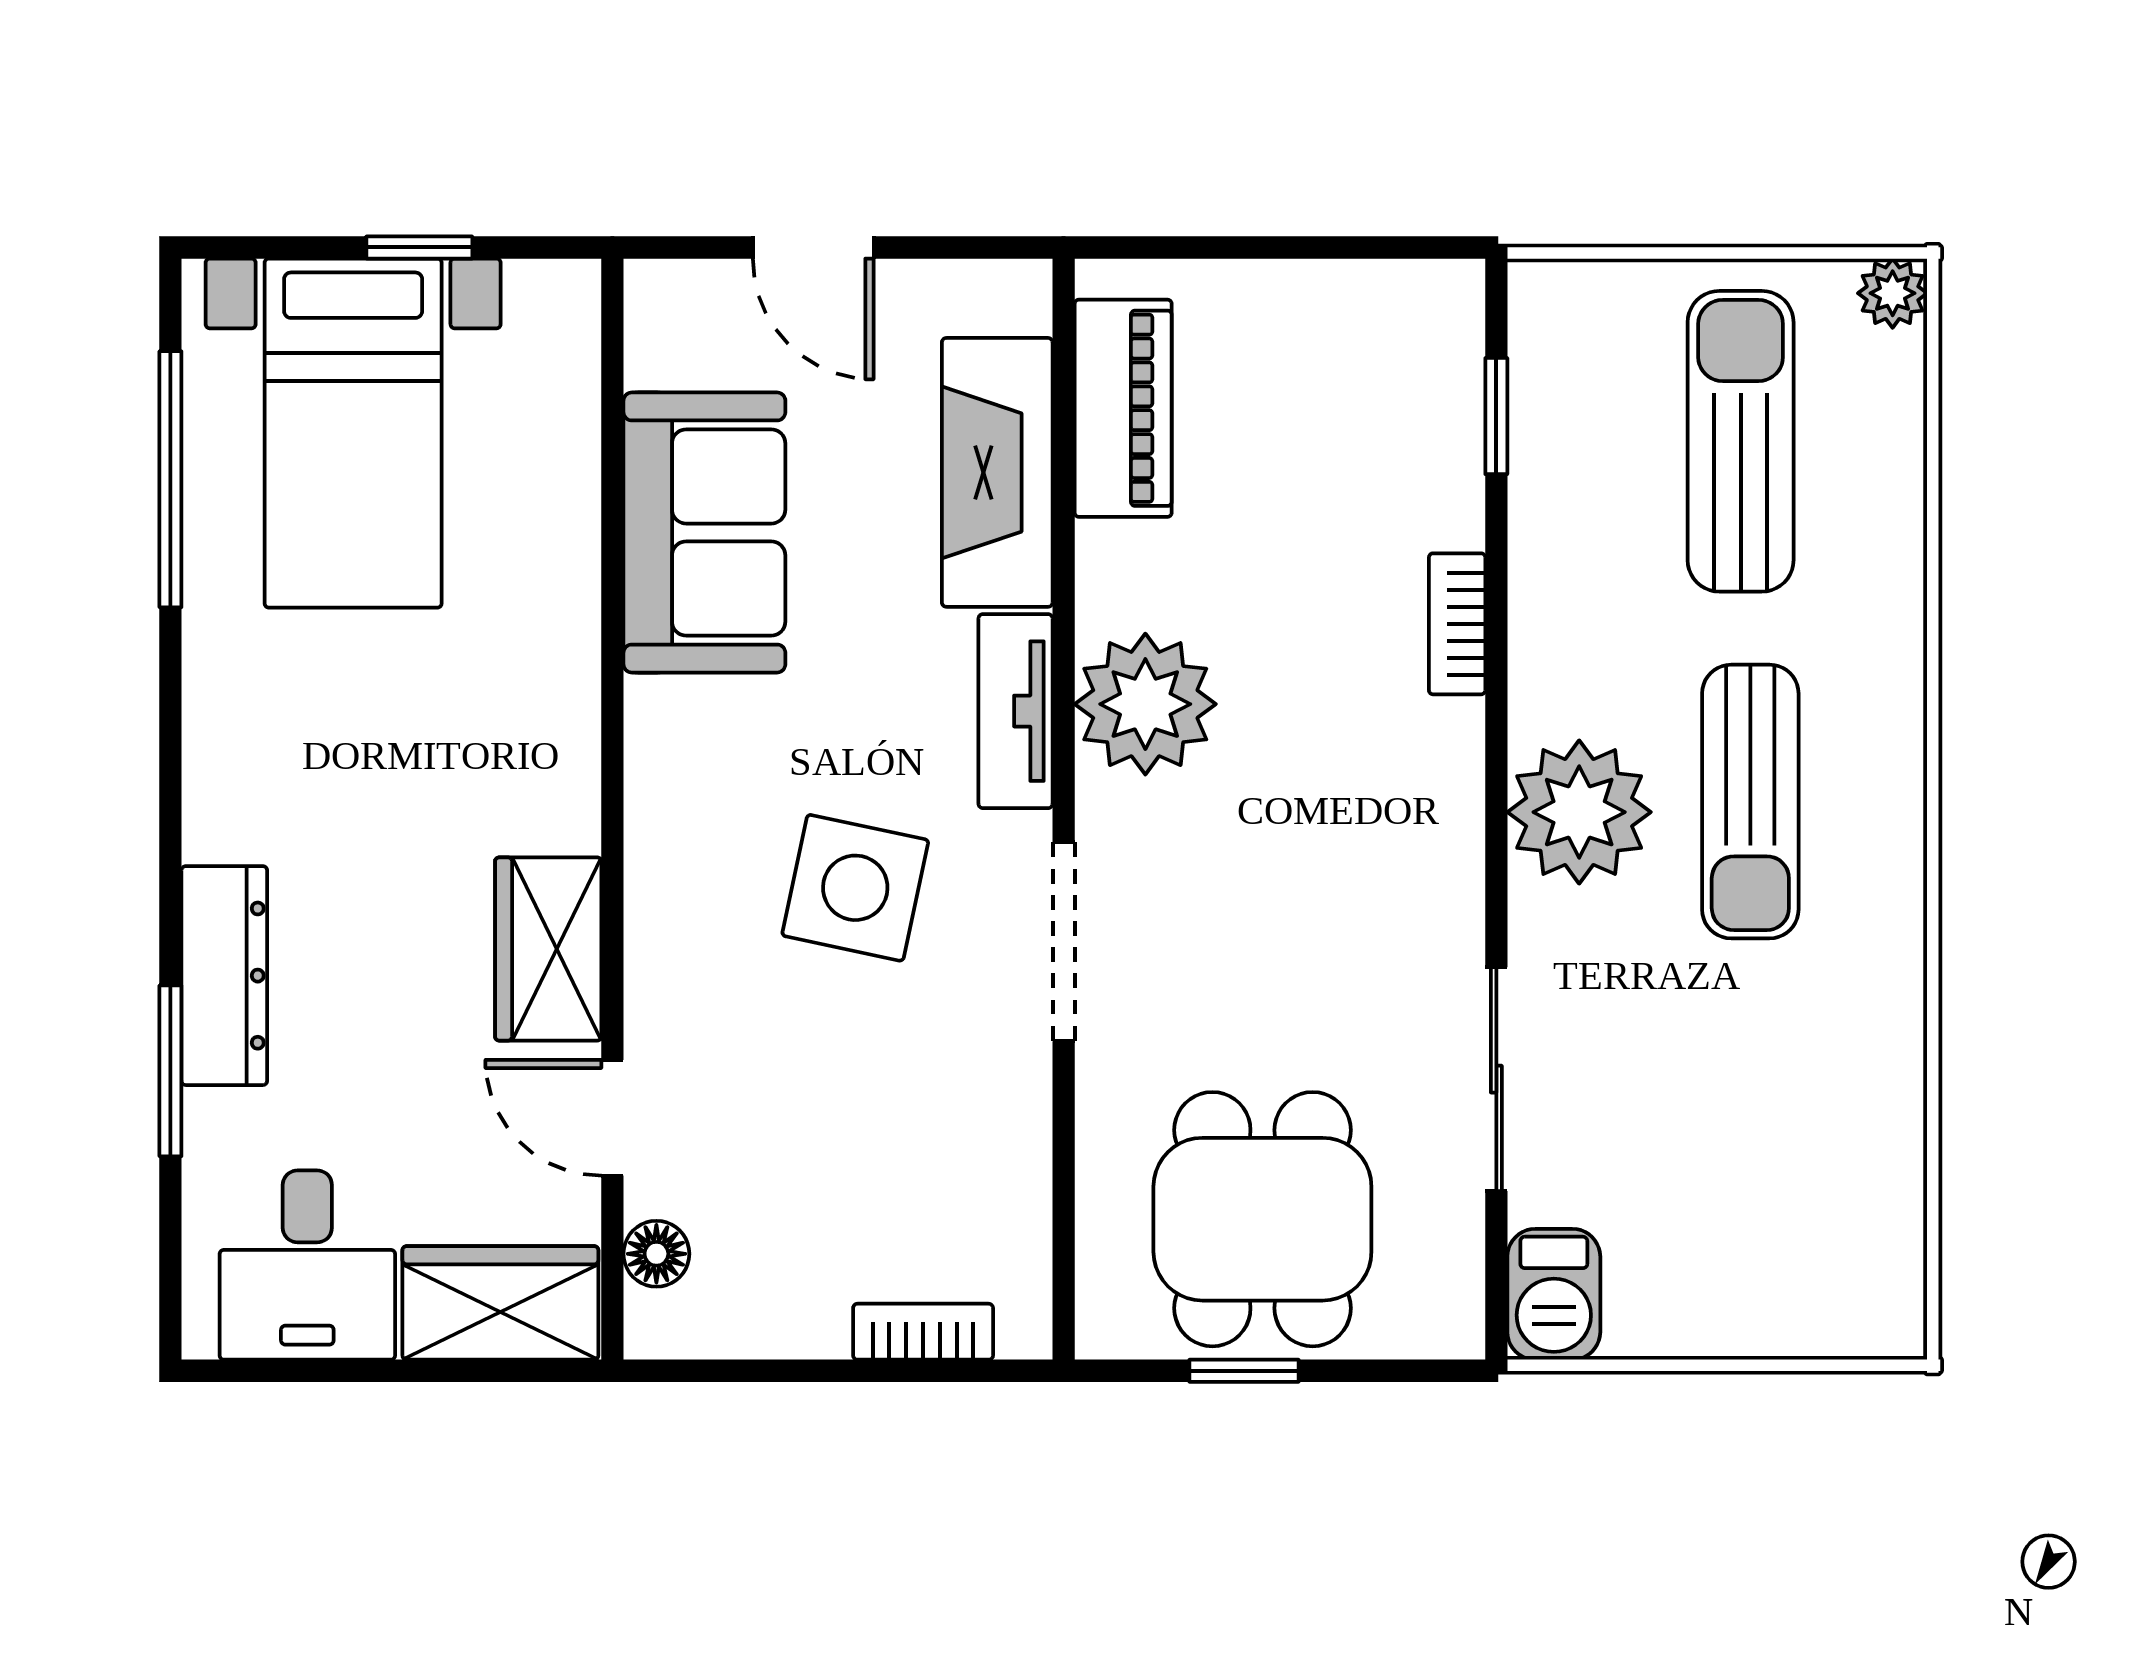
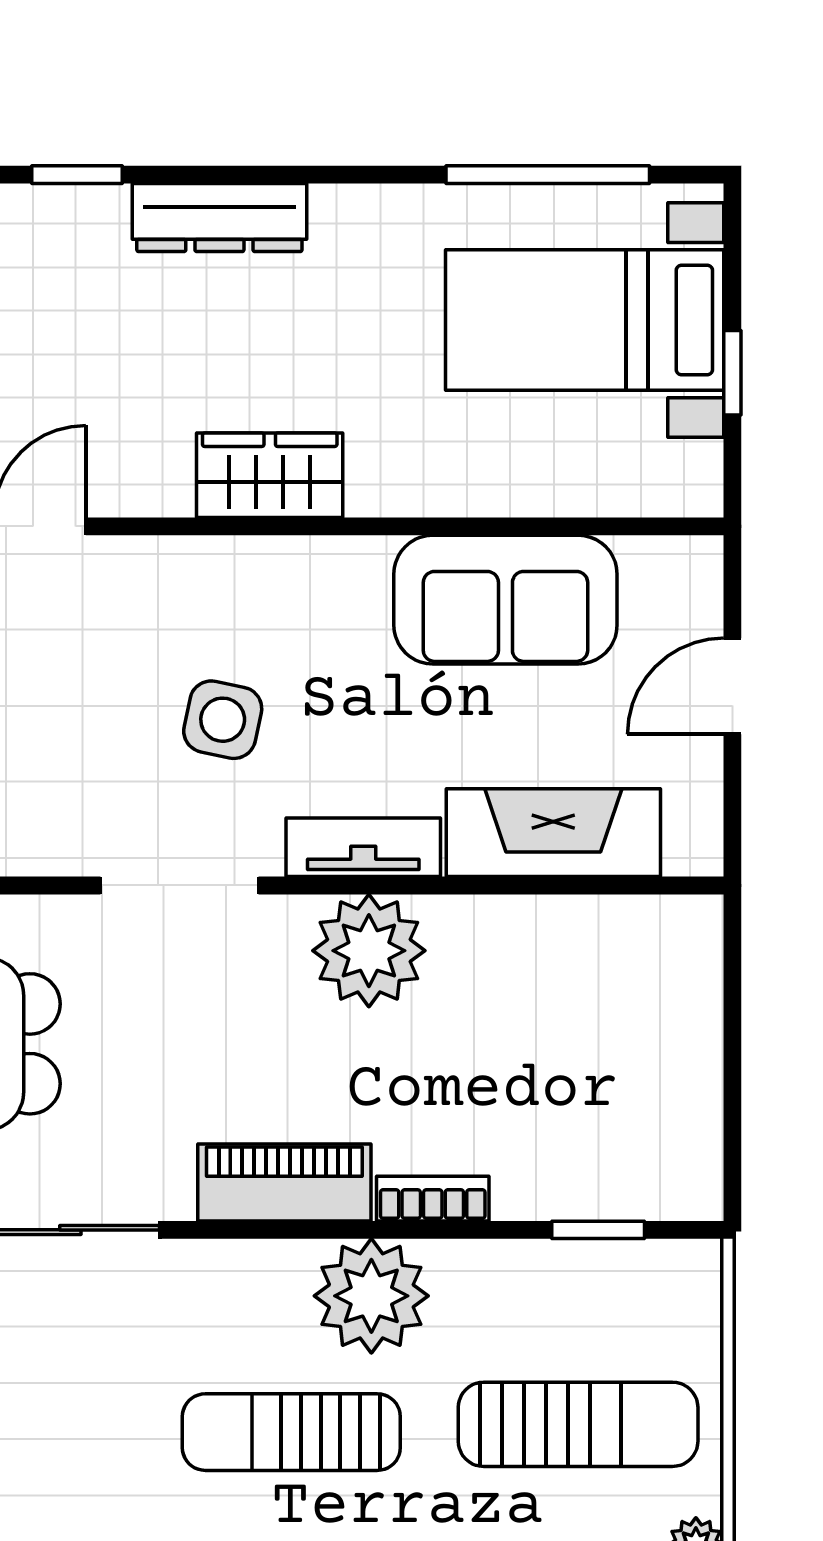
piano: (1123, 408) -> (284, 1182), moved, turned 180
plant: (1579, 812) -> (371, 1296), moved
side table: (855, 888) -> (223, 720), width x0.73, depth x0.73
wardrobe: (548, 949) -> (270, 475), moved
dresser: (224, 976) -> (219, 218), moved
window: (170, 1071) -> (77, 175), width x0.67

